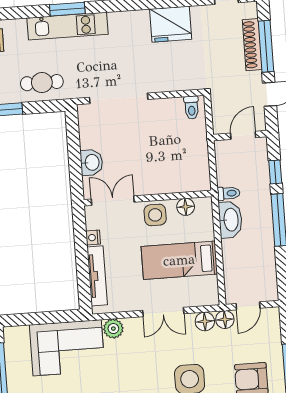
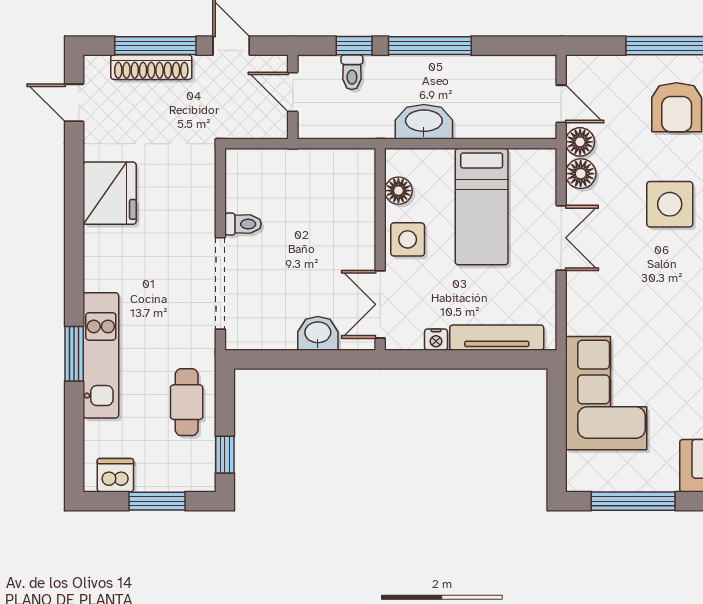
toilet: (191, 107) -> (243, 224), moved
toilet: (228, 193) -> (352, 72), moved, turned 180
plant: (113, 329) -> (581, 318), removed

